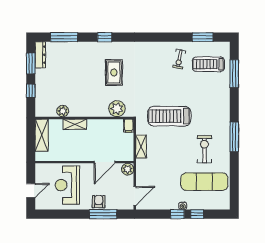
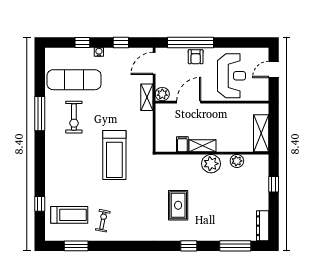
window: (31, 63) -> (274, 216), removed
window: (234, 74) -> (40, 204), width x0.46
plant: (117, 109) -> (211, 164), moved
treadmill: (169, 116) -> (114, 155), turned 90
shelving: (75, 124) -> (202, 146), moved
filing cabinet: (129, 126) -> (182, 144), moved
window: (234, 137) -> (40, 114), moved
shelving: (141, 147) -> (147, 97), moved
window: (103, 214) -> (190, 42), width x1.46
window: (177, 214) -> (121, 42), moved

